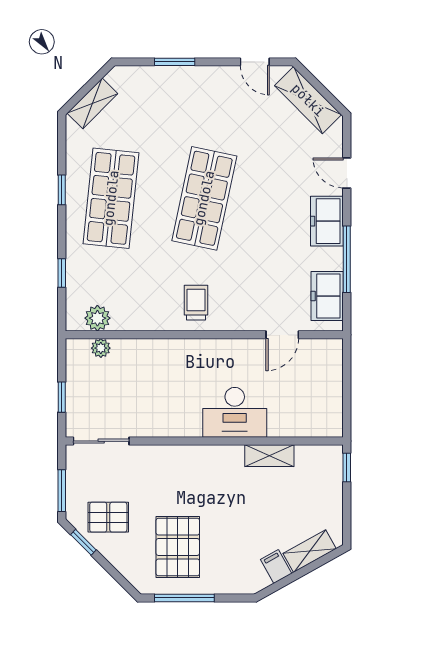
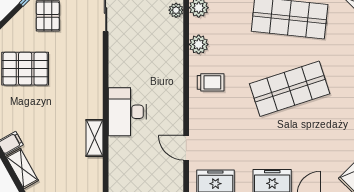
shop shelf: (204, 198) -> (290, 89), turned -30
plant: (146, 318) -> (199, 44), added

